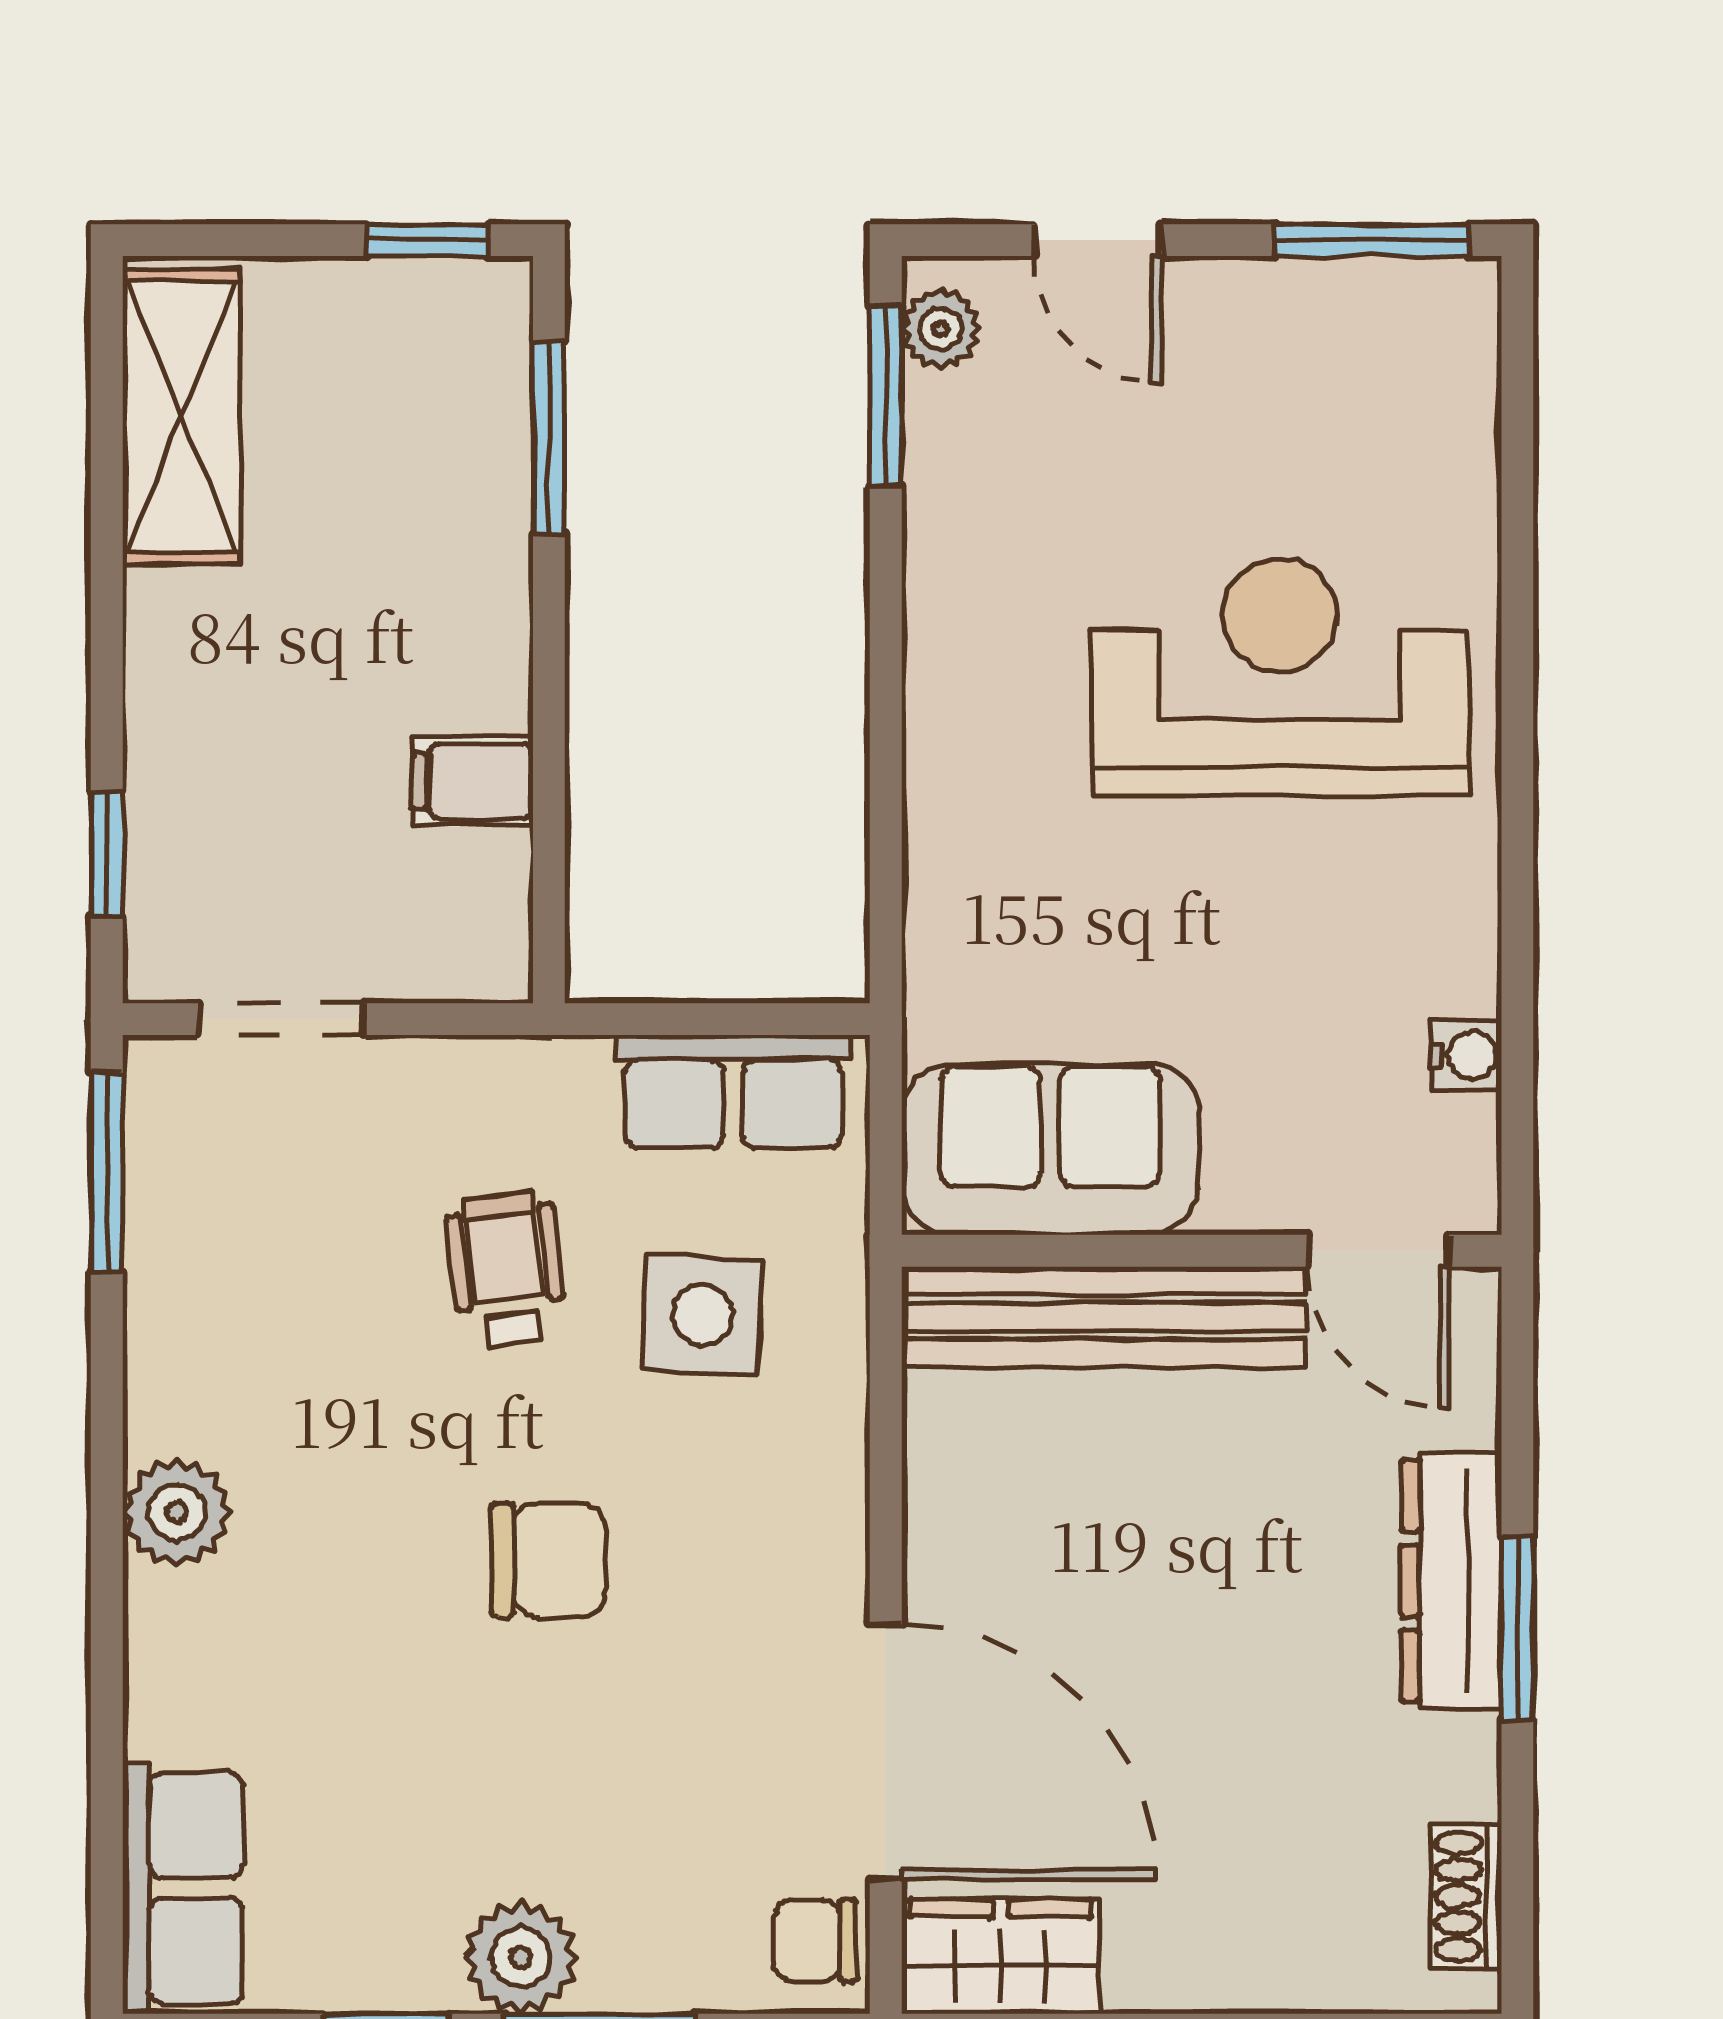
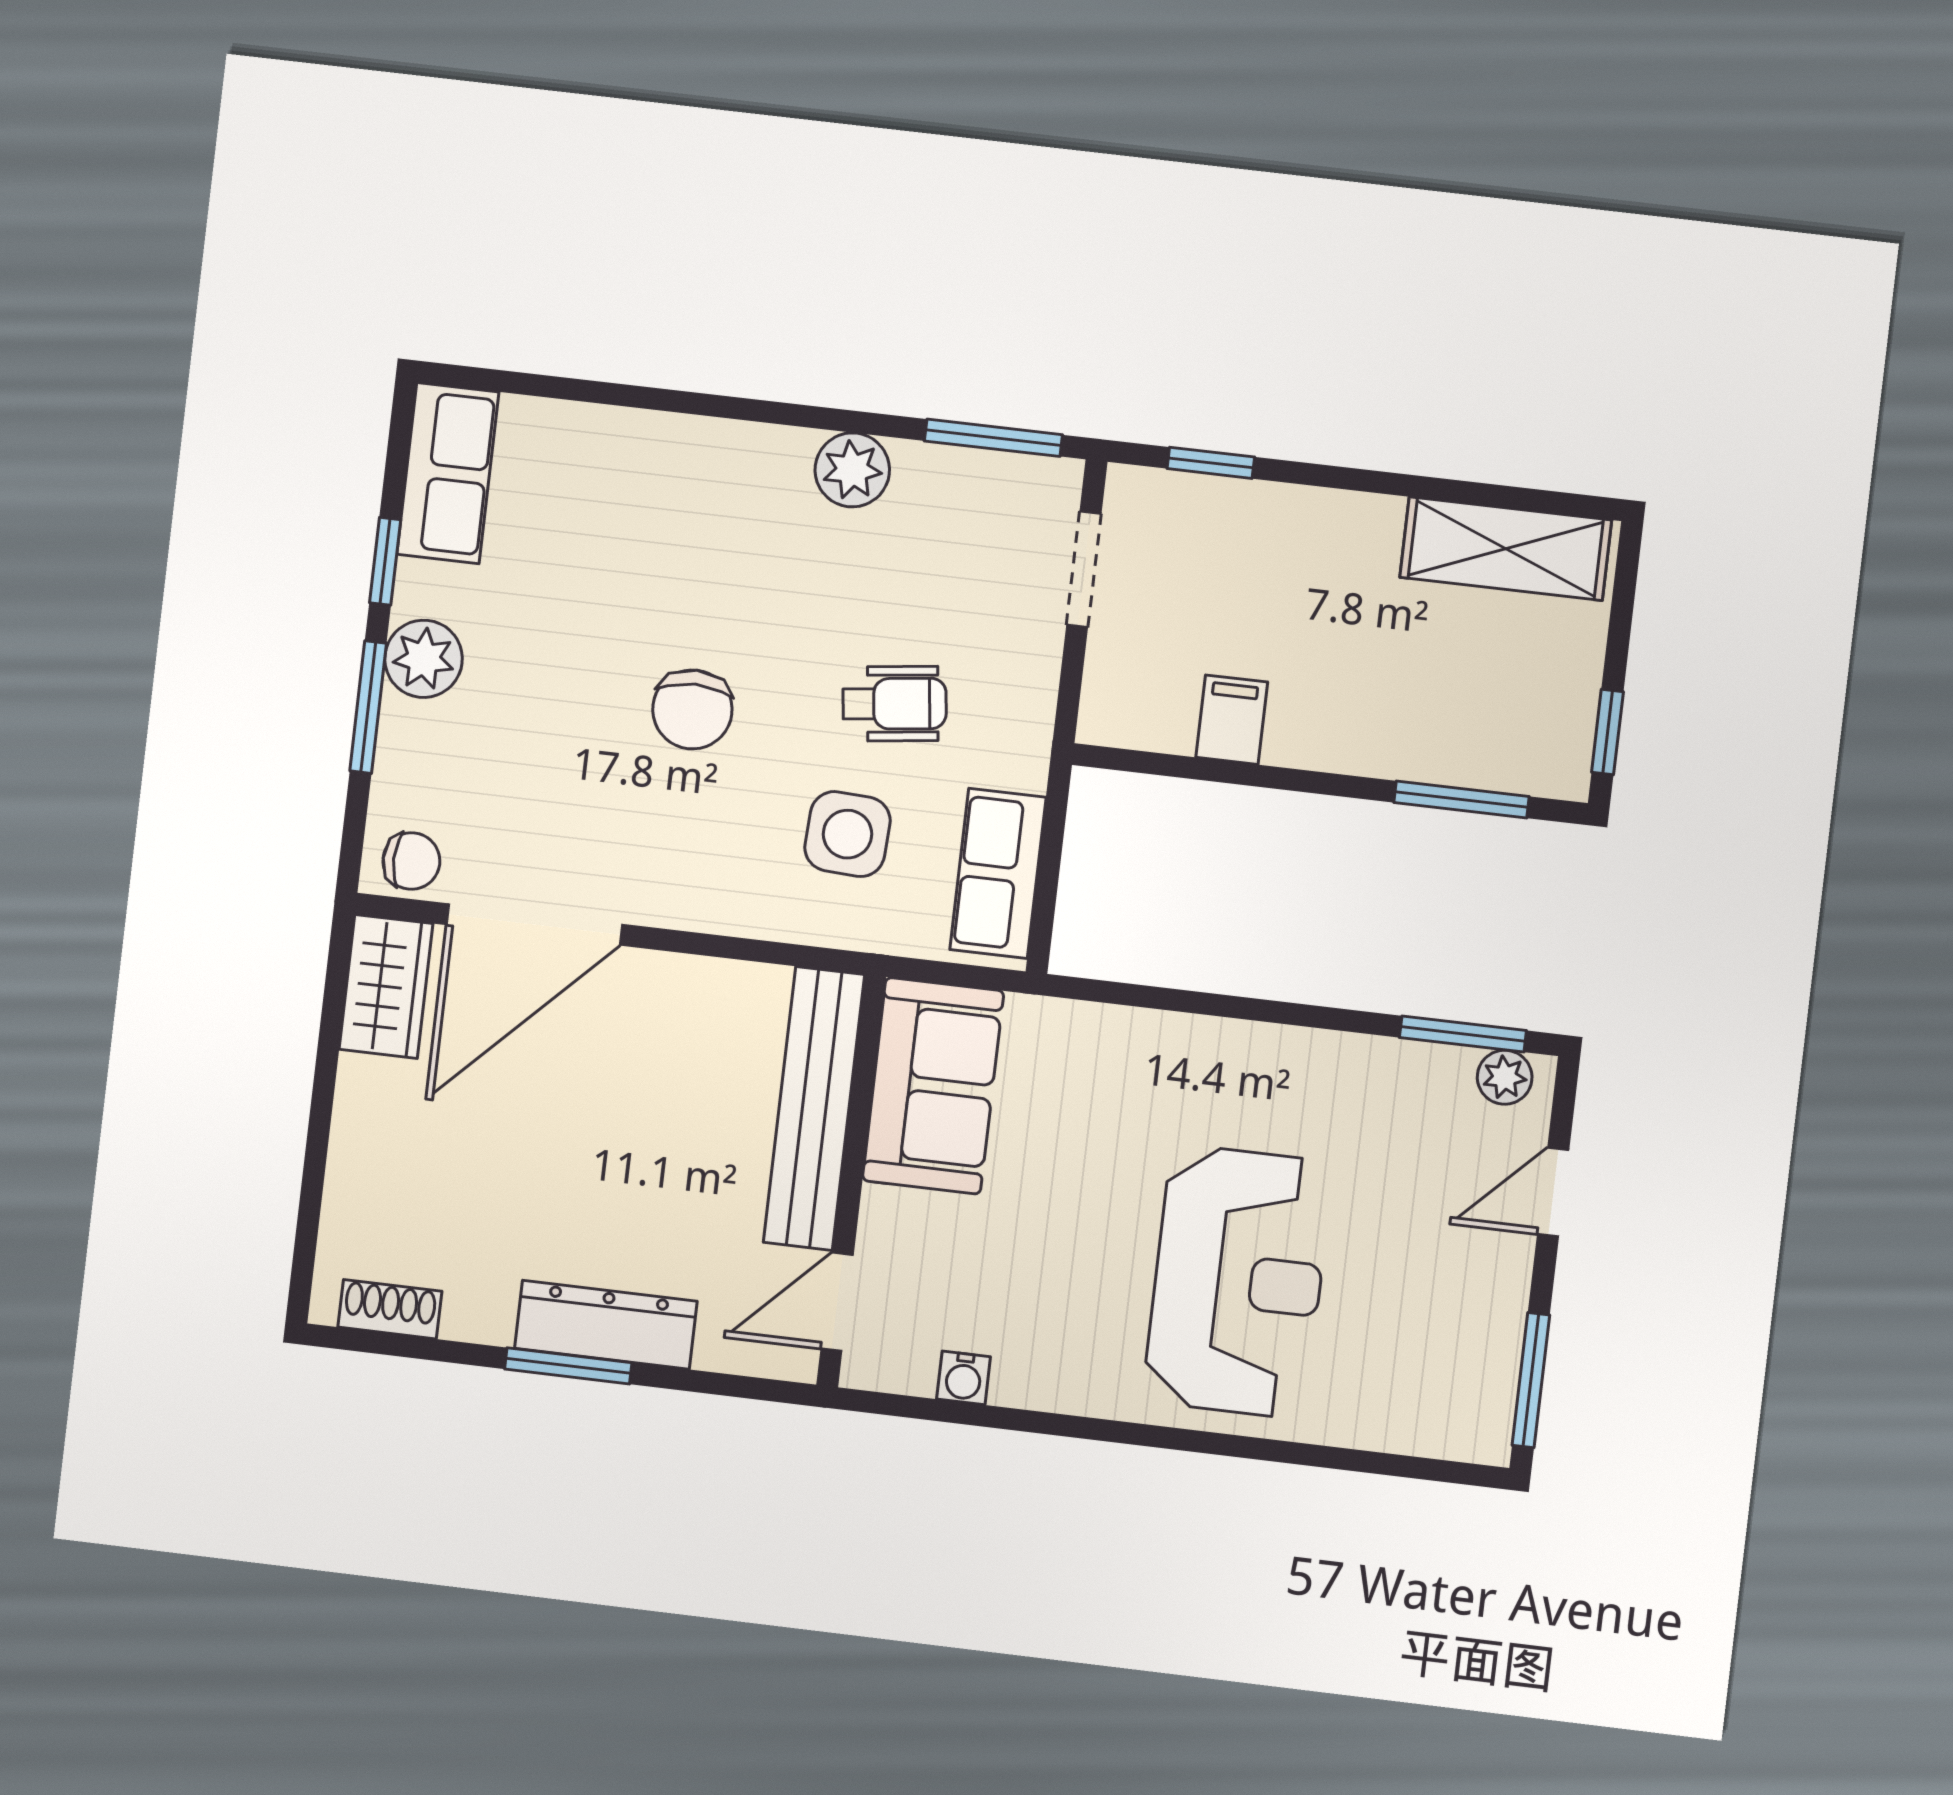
plant: (176, 1512) -> (852, 470), moved
row of seats: (183, 1888) -> (448, 473), moved, turned -90
chair: (815, 1941) -> (411, 861), turned 90

